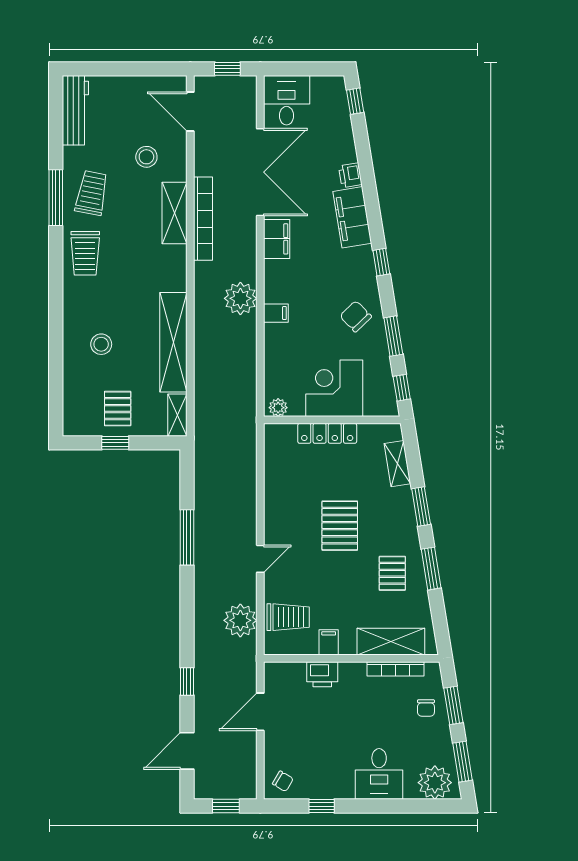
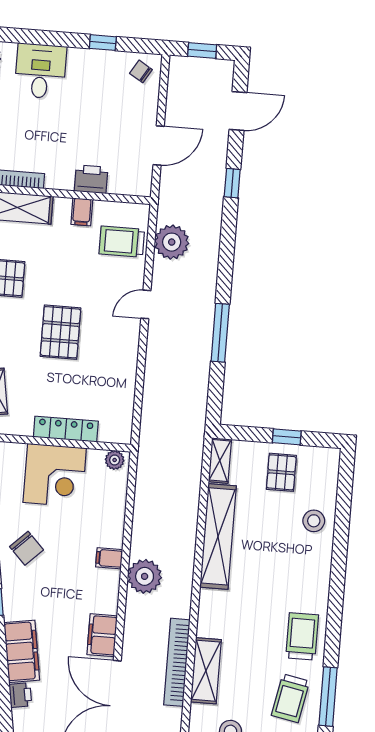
stool: (101, 344) -> (314, 521), moved

